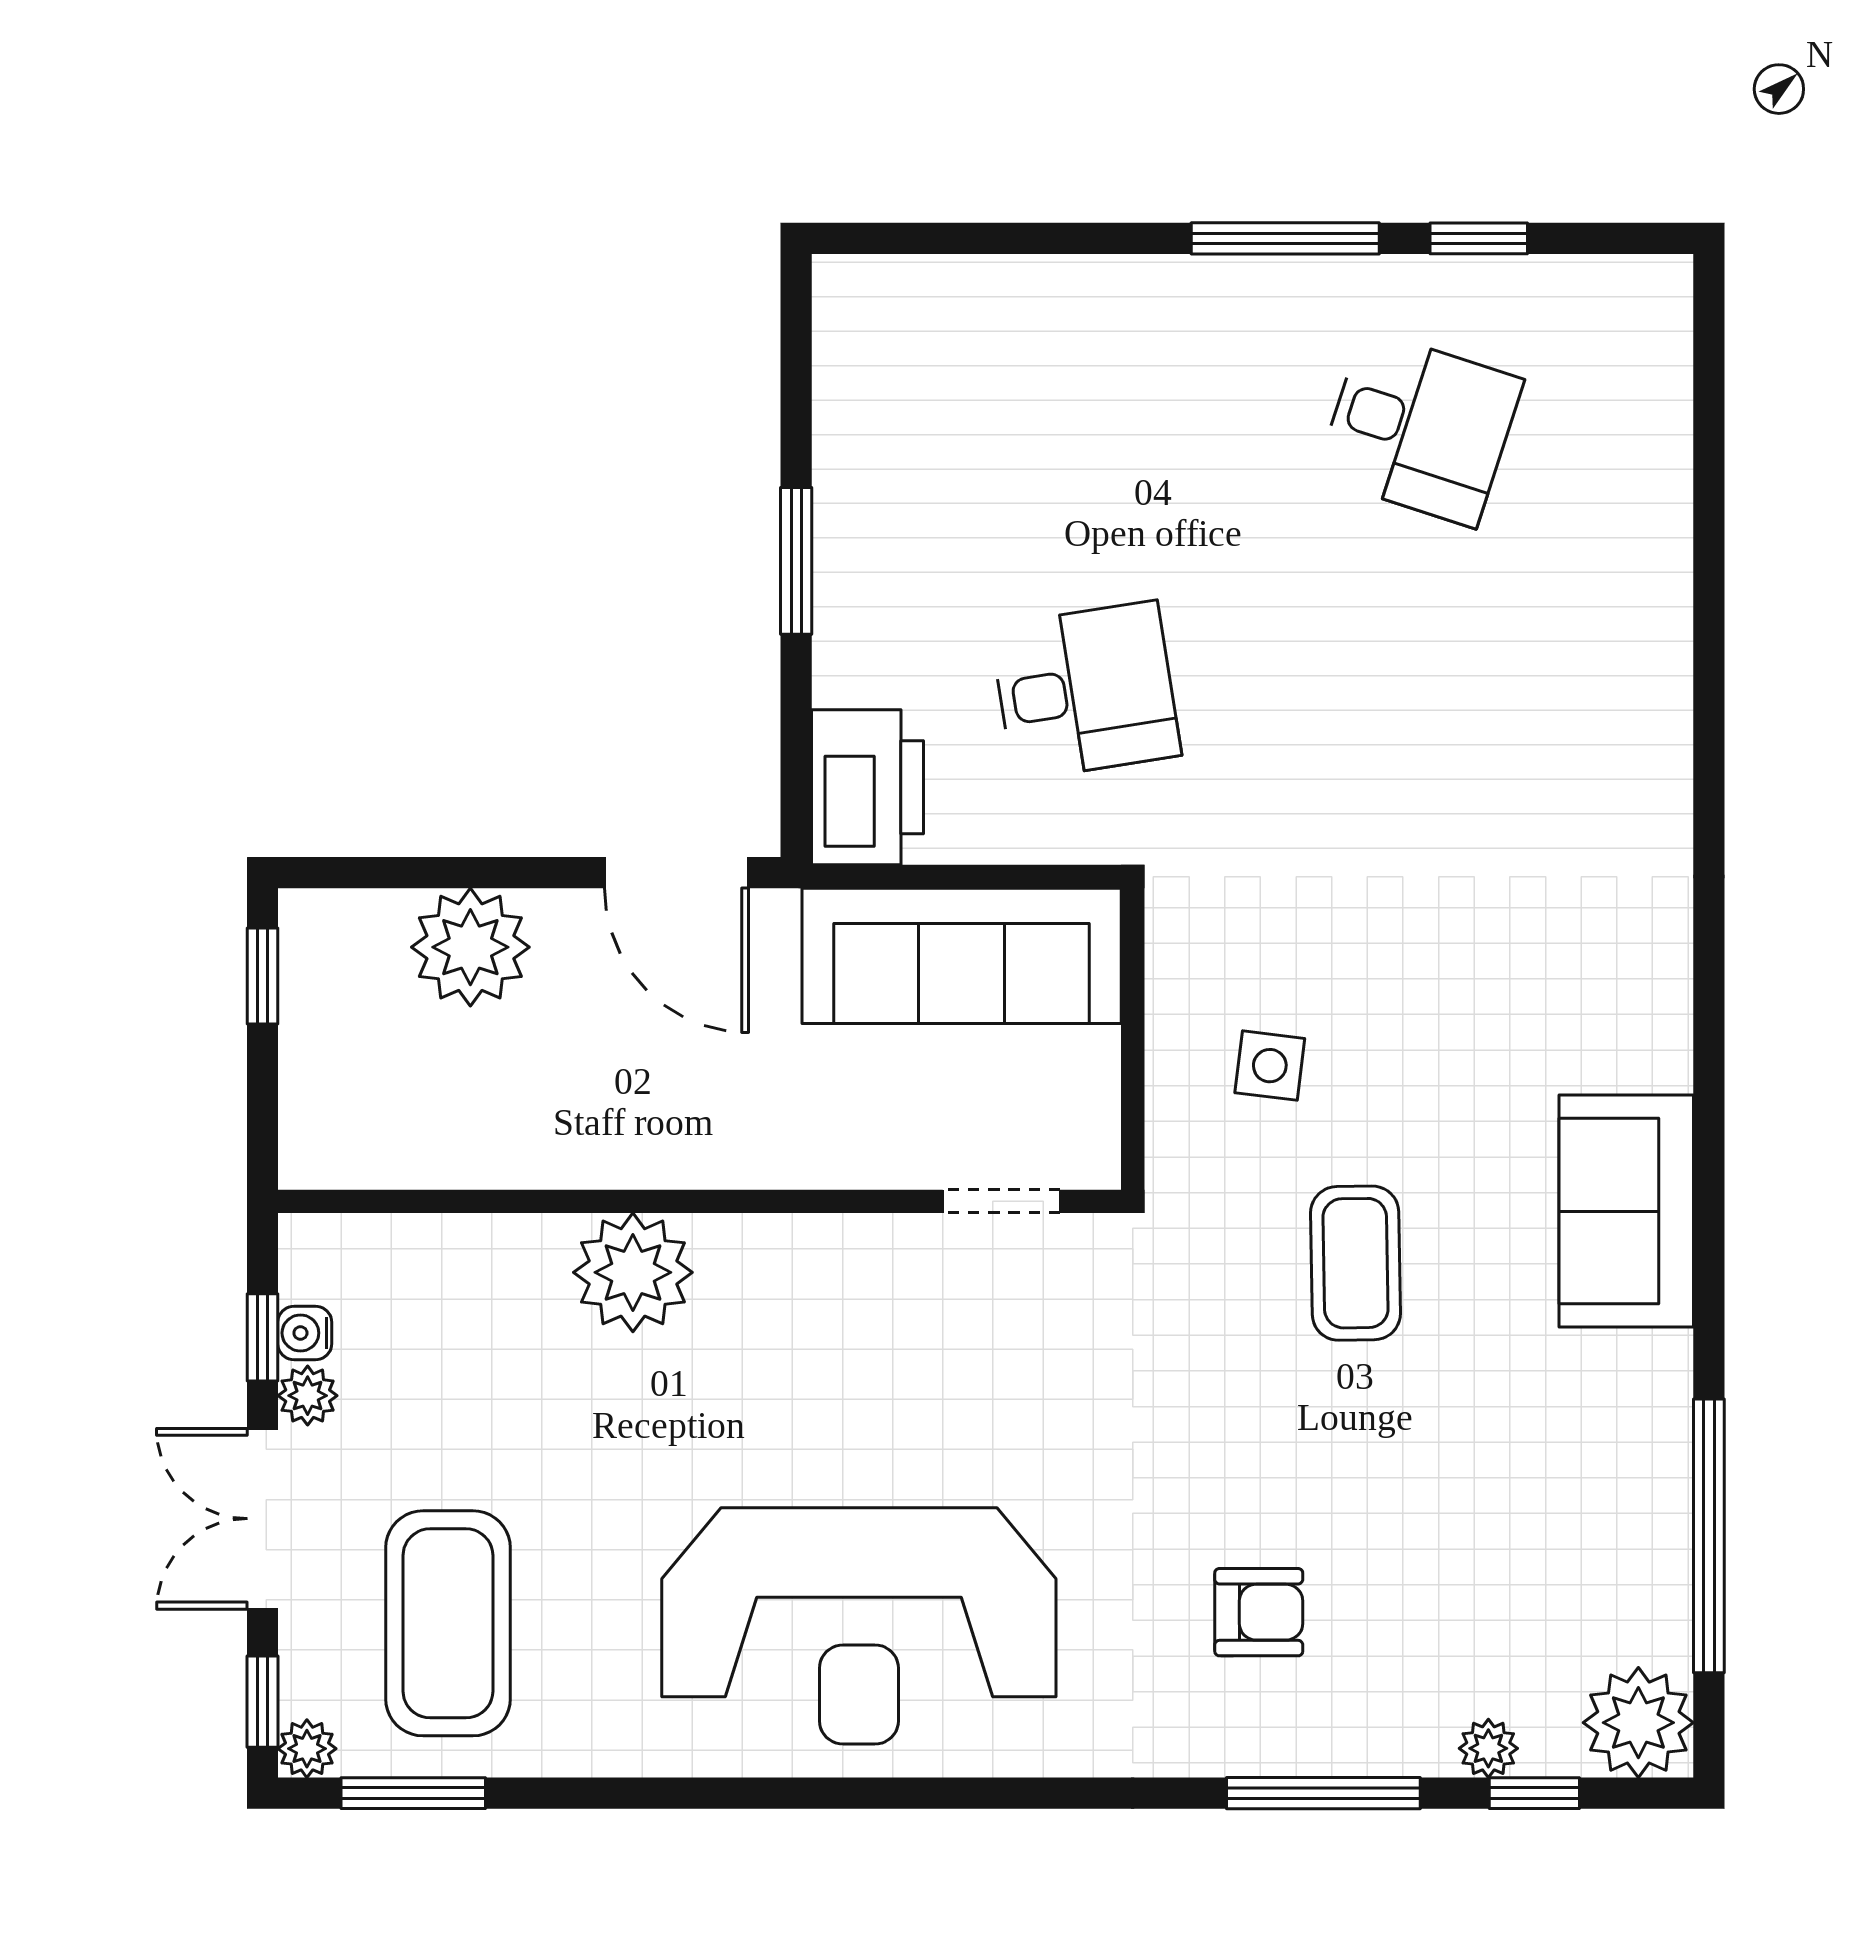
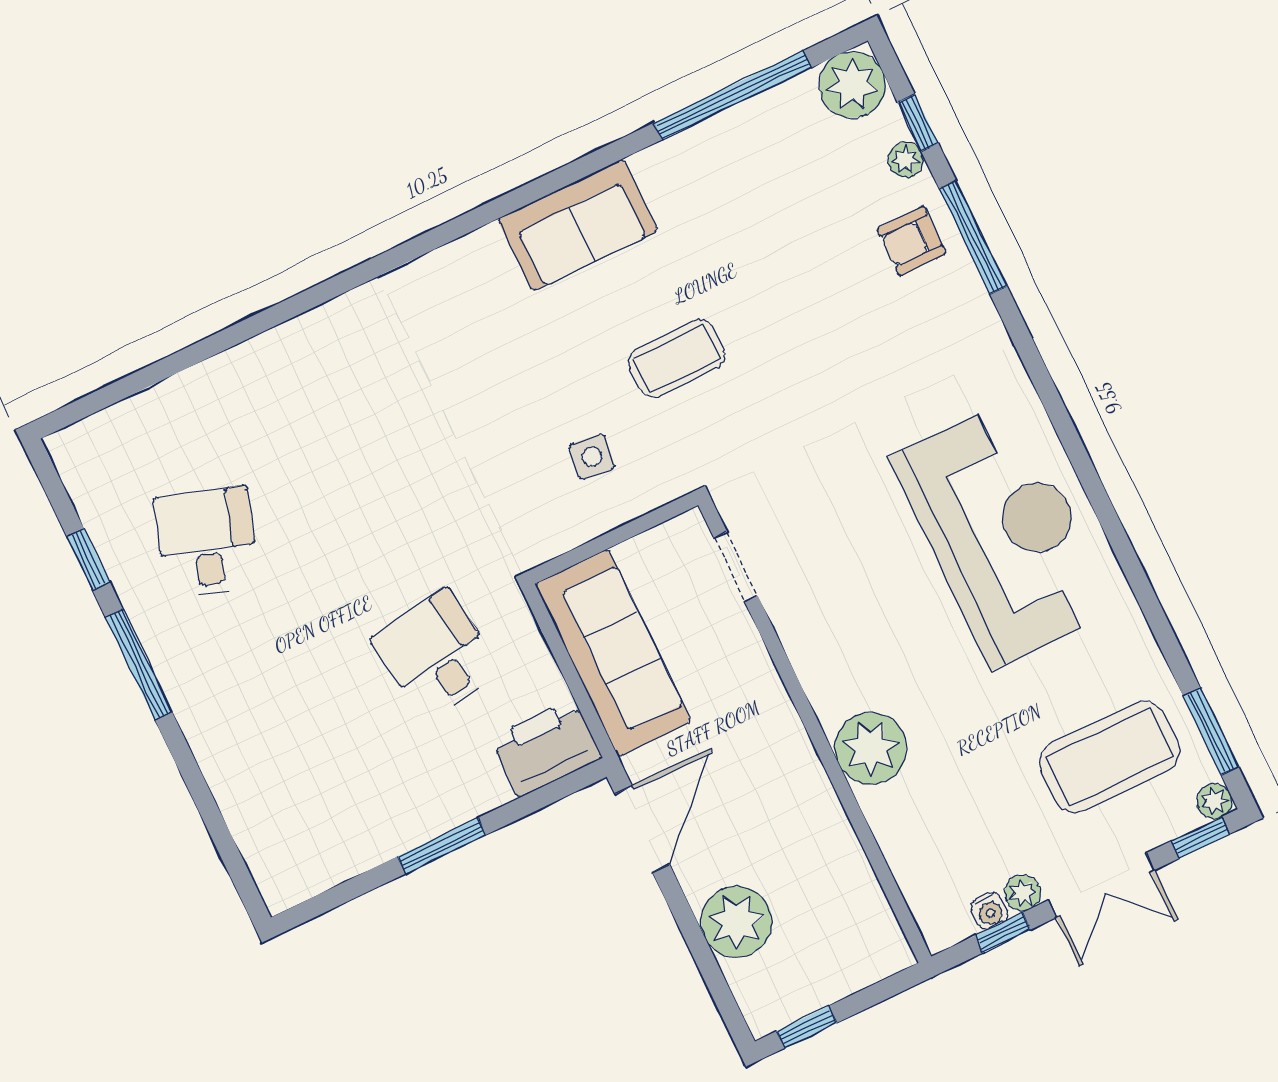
armchair: (1259, 1612) -> (912, 241), moved, turned -90

